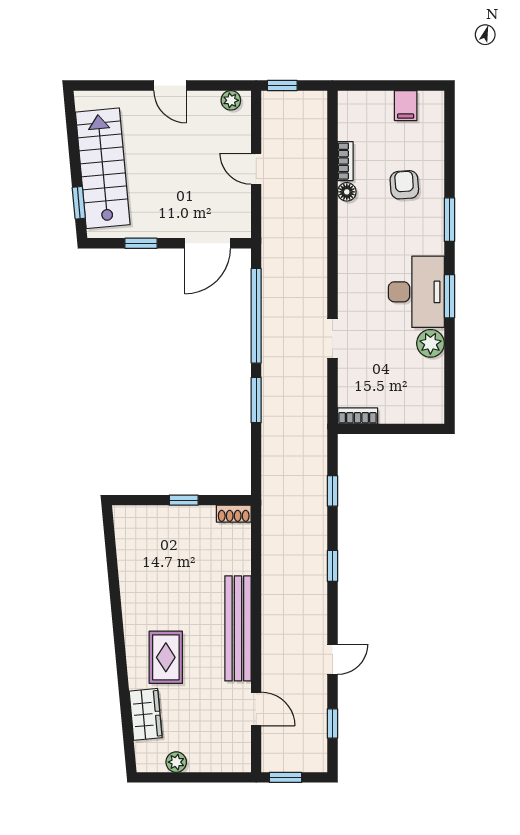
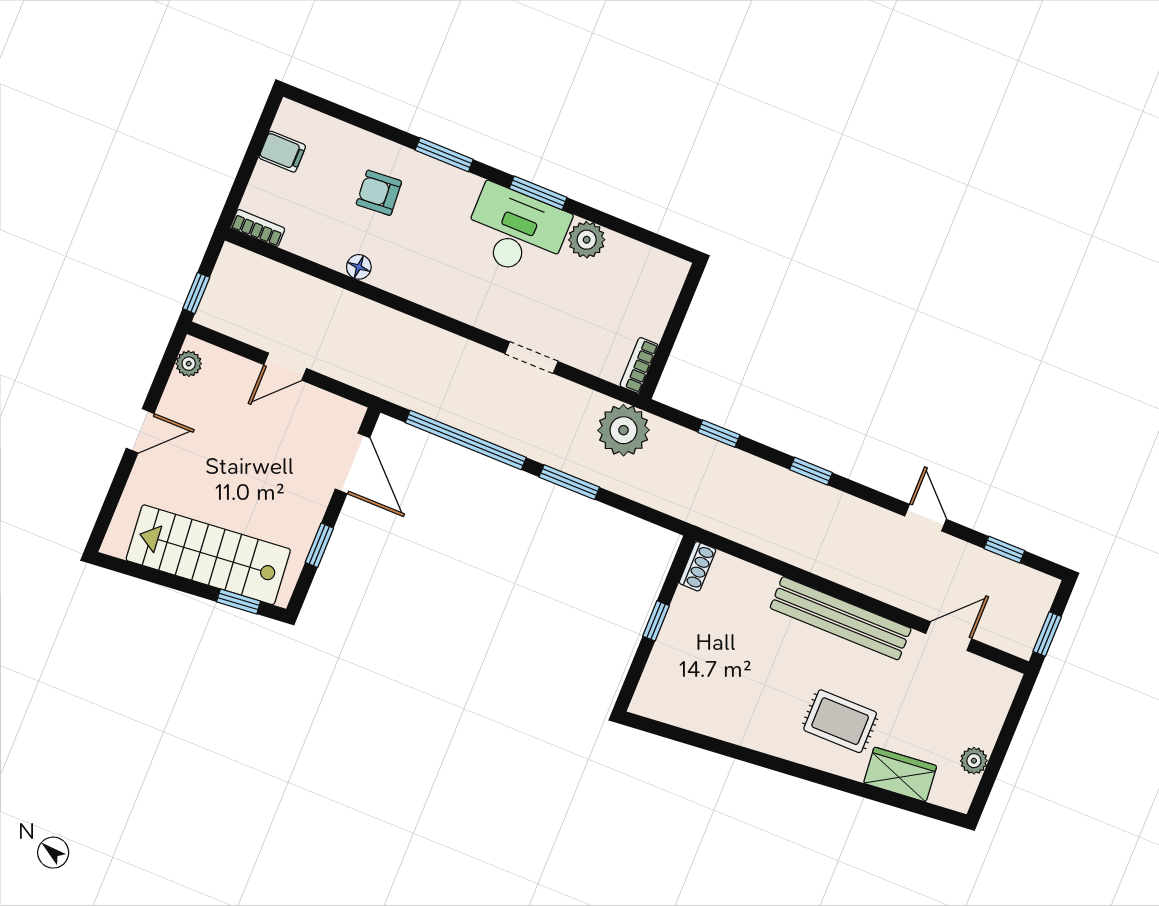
bookcase: (345, 161) -> (258, 228), moved
plant: (308, 423) -> (624, 430), added

